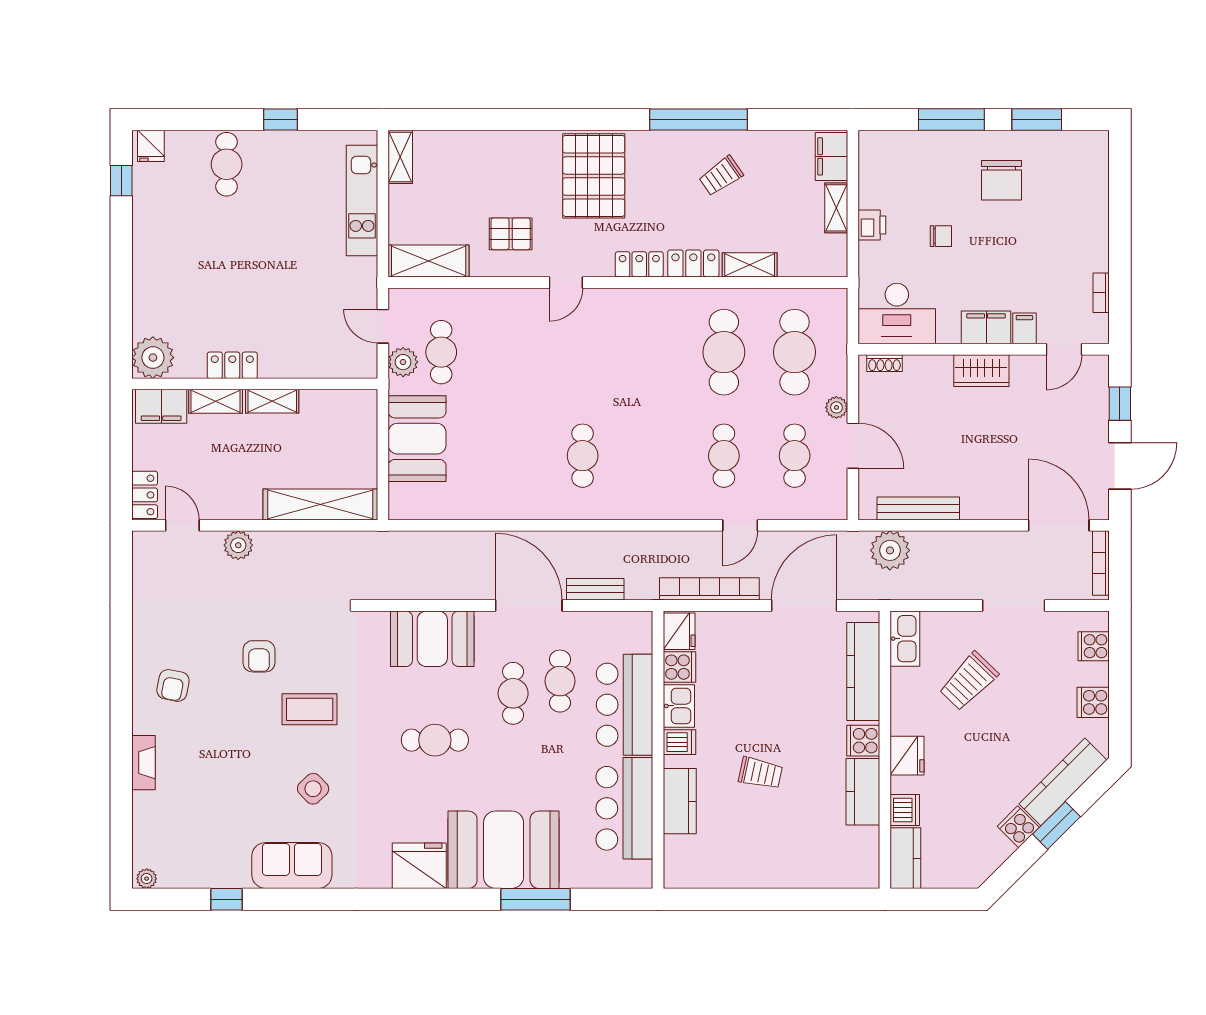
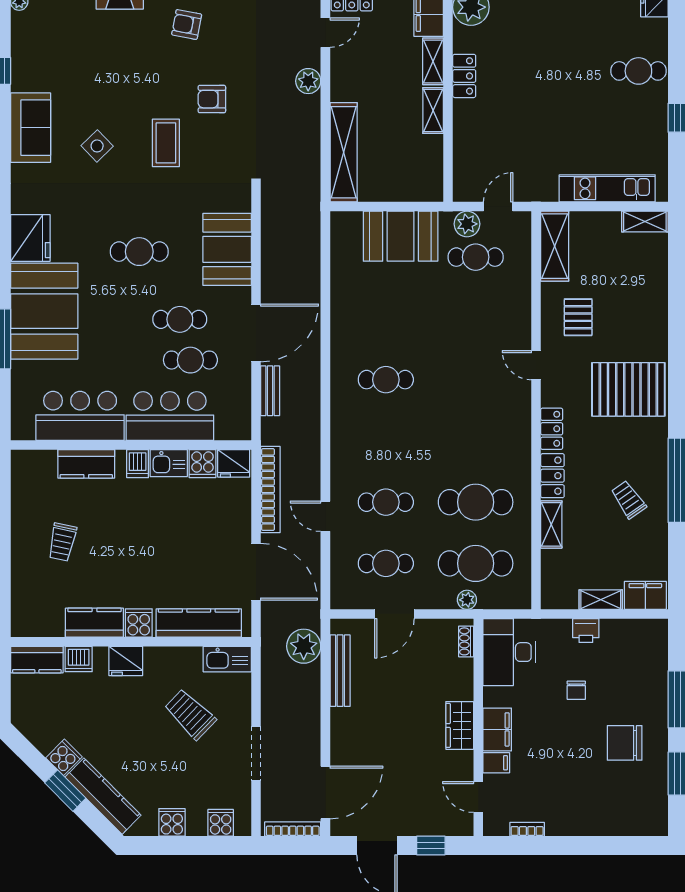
plant: (836, 407) -> (467, 600), moved
cafe table: (435, 740) -> (139, 252), turned 90
trolley: (760, 773) -> (62, 542), moved

